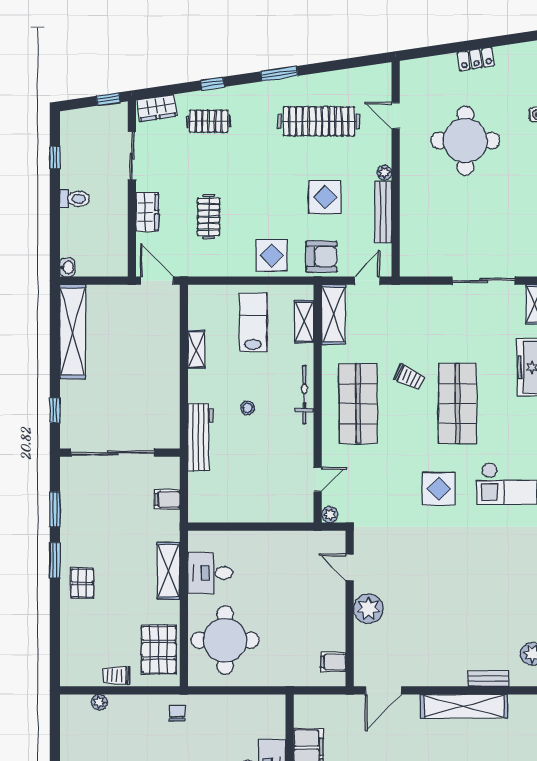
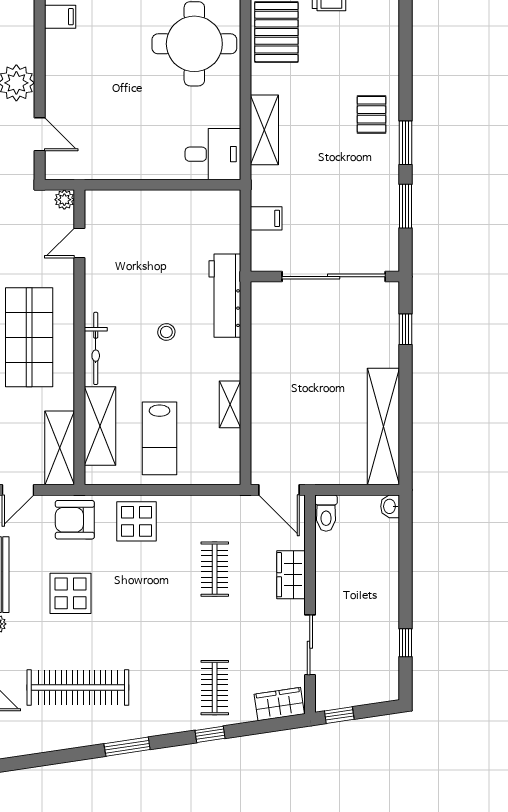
clothes rail: (209, 121) -> (215, 688), turned 90
toilet: (75, 199) -> (326, 513), moved, turned -90
shelving: (304, 322) -> (100, 426), width x1.50, depth x1.33
desk: (210, 573) -> (213, 154), moved

